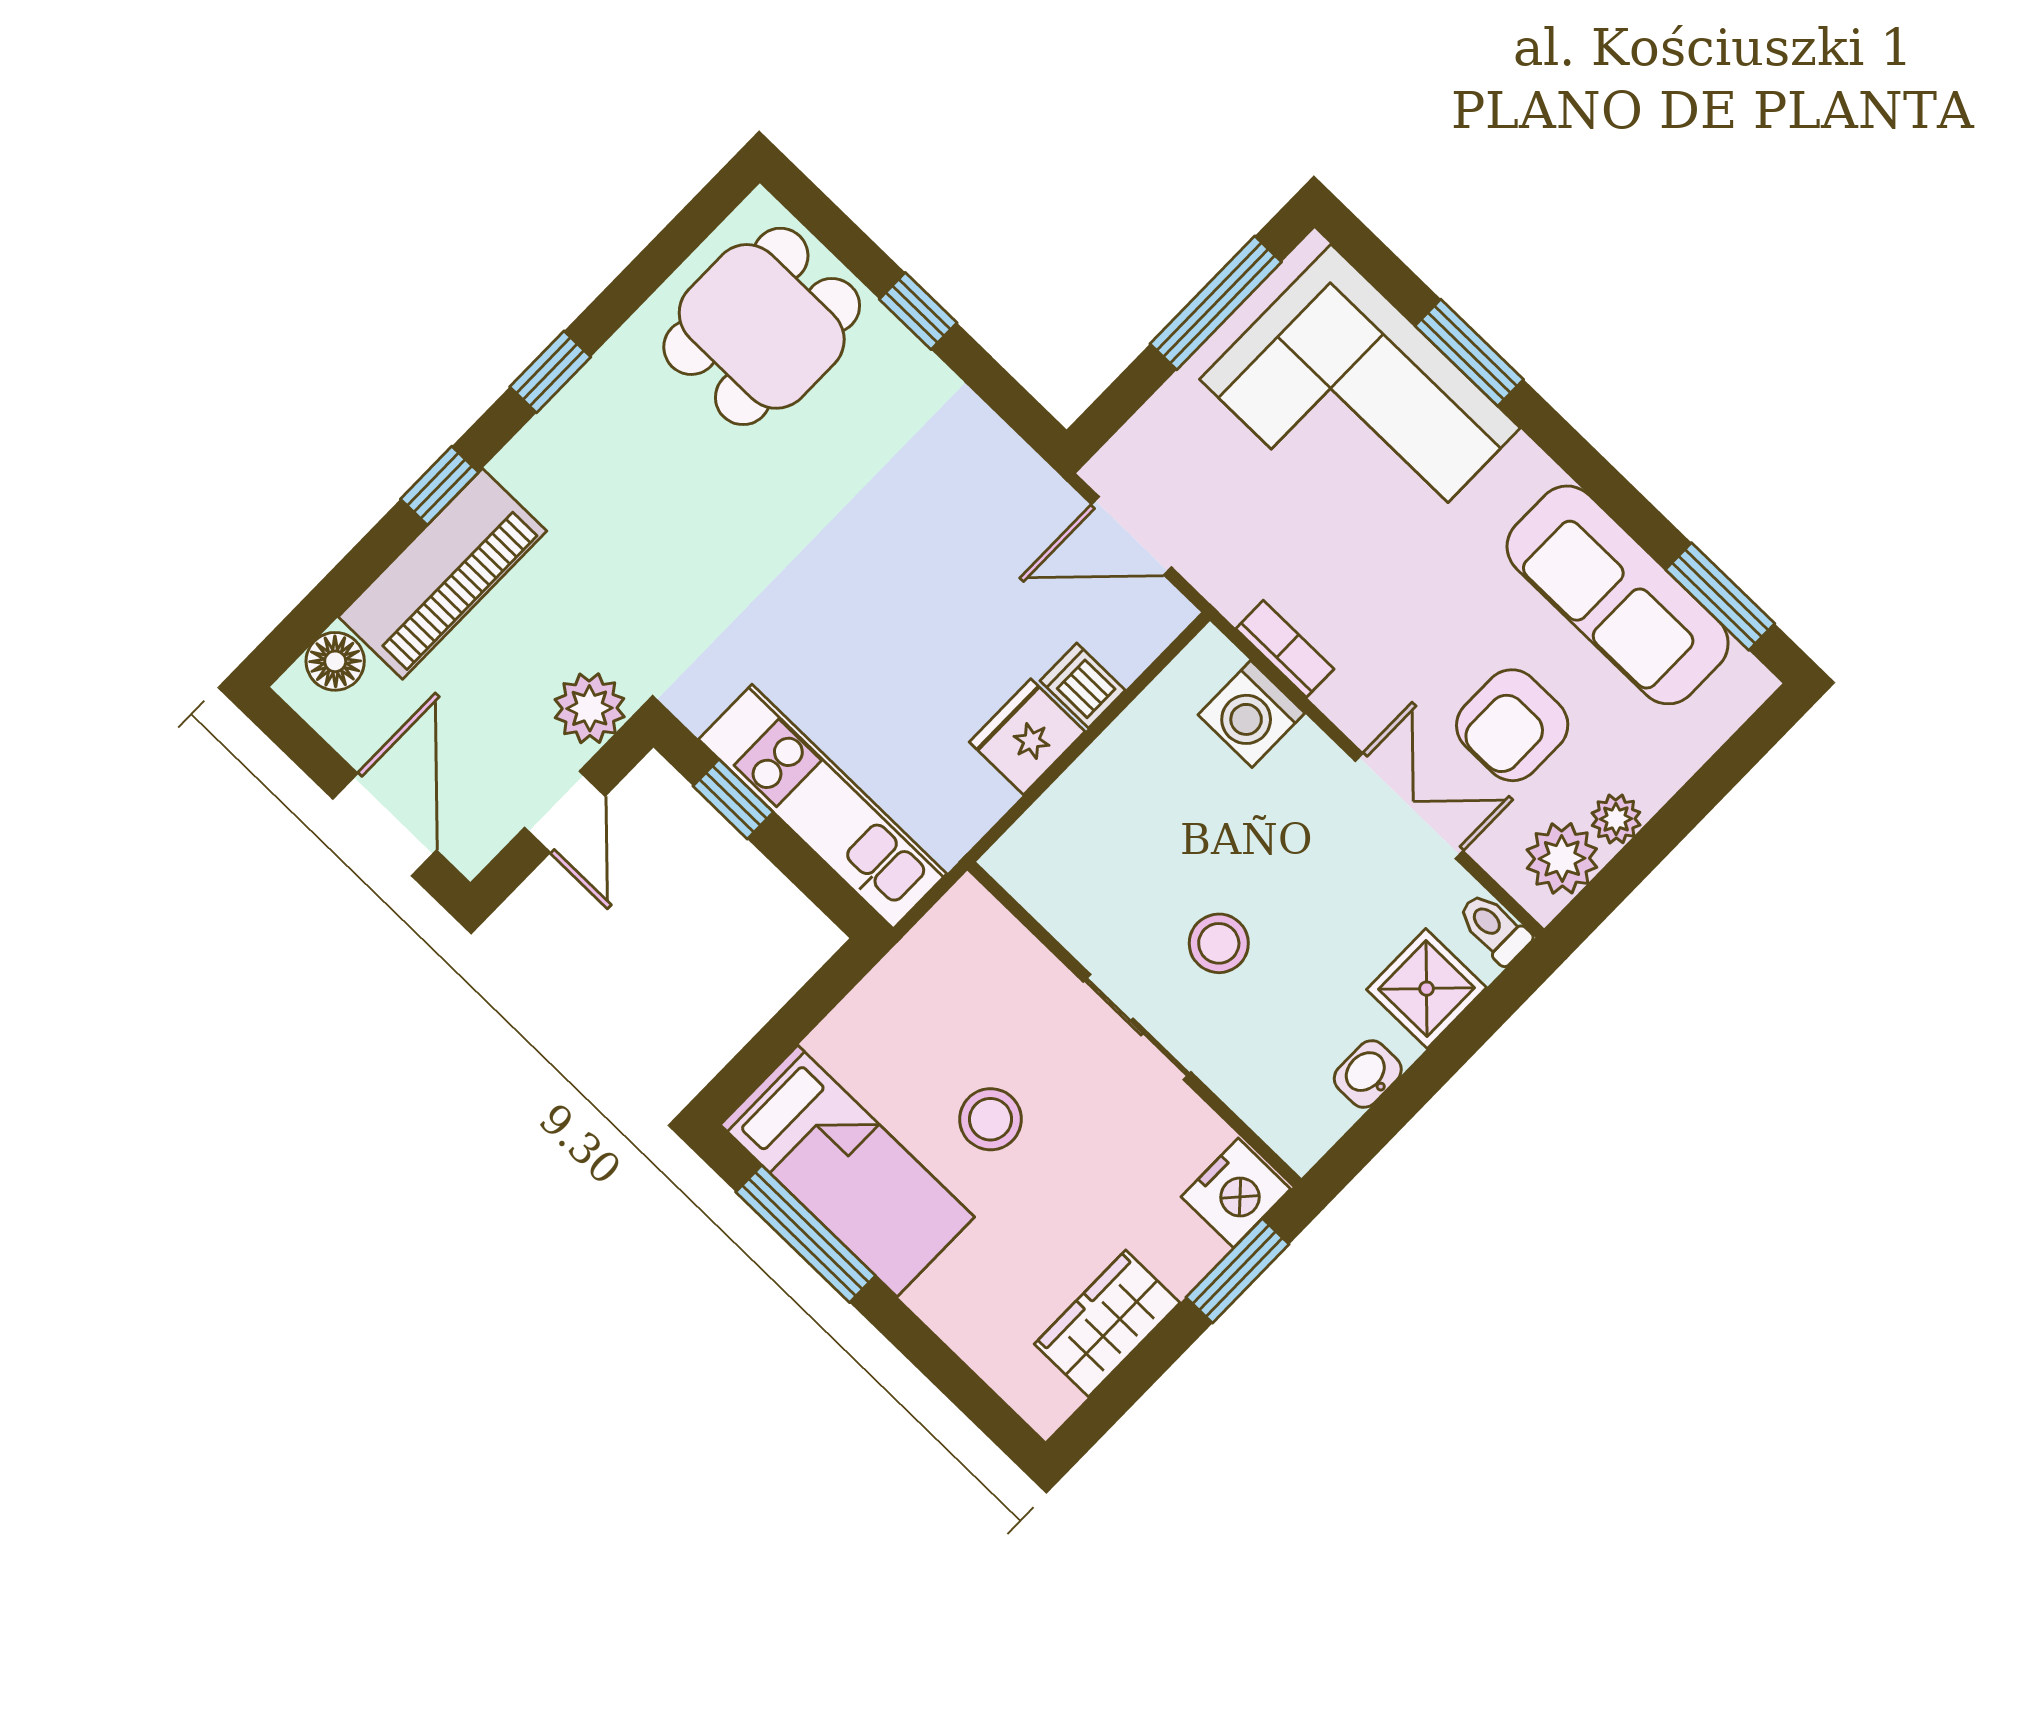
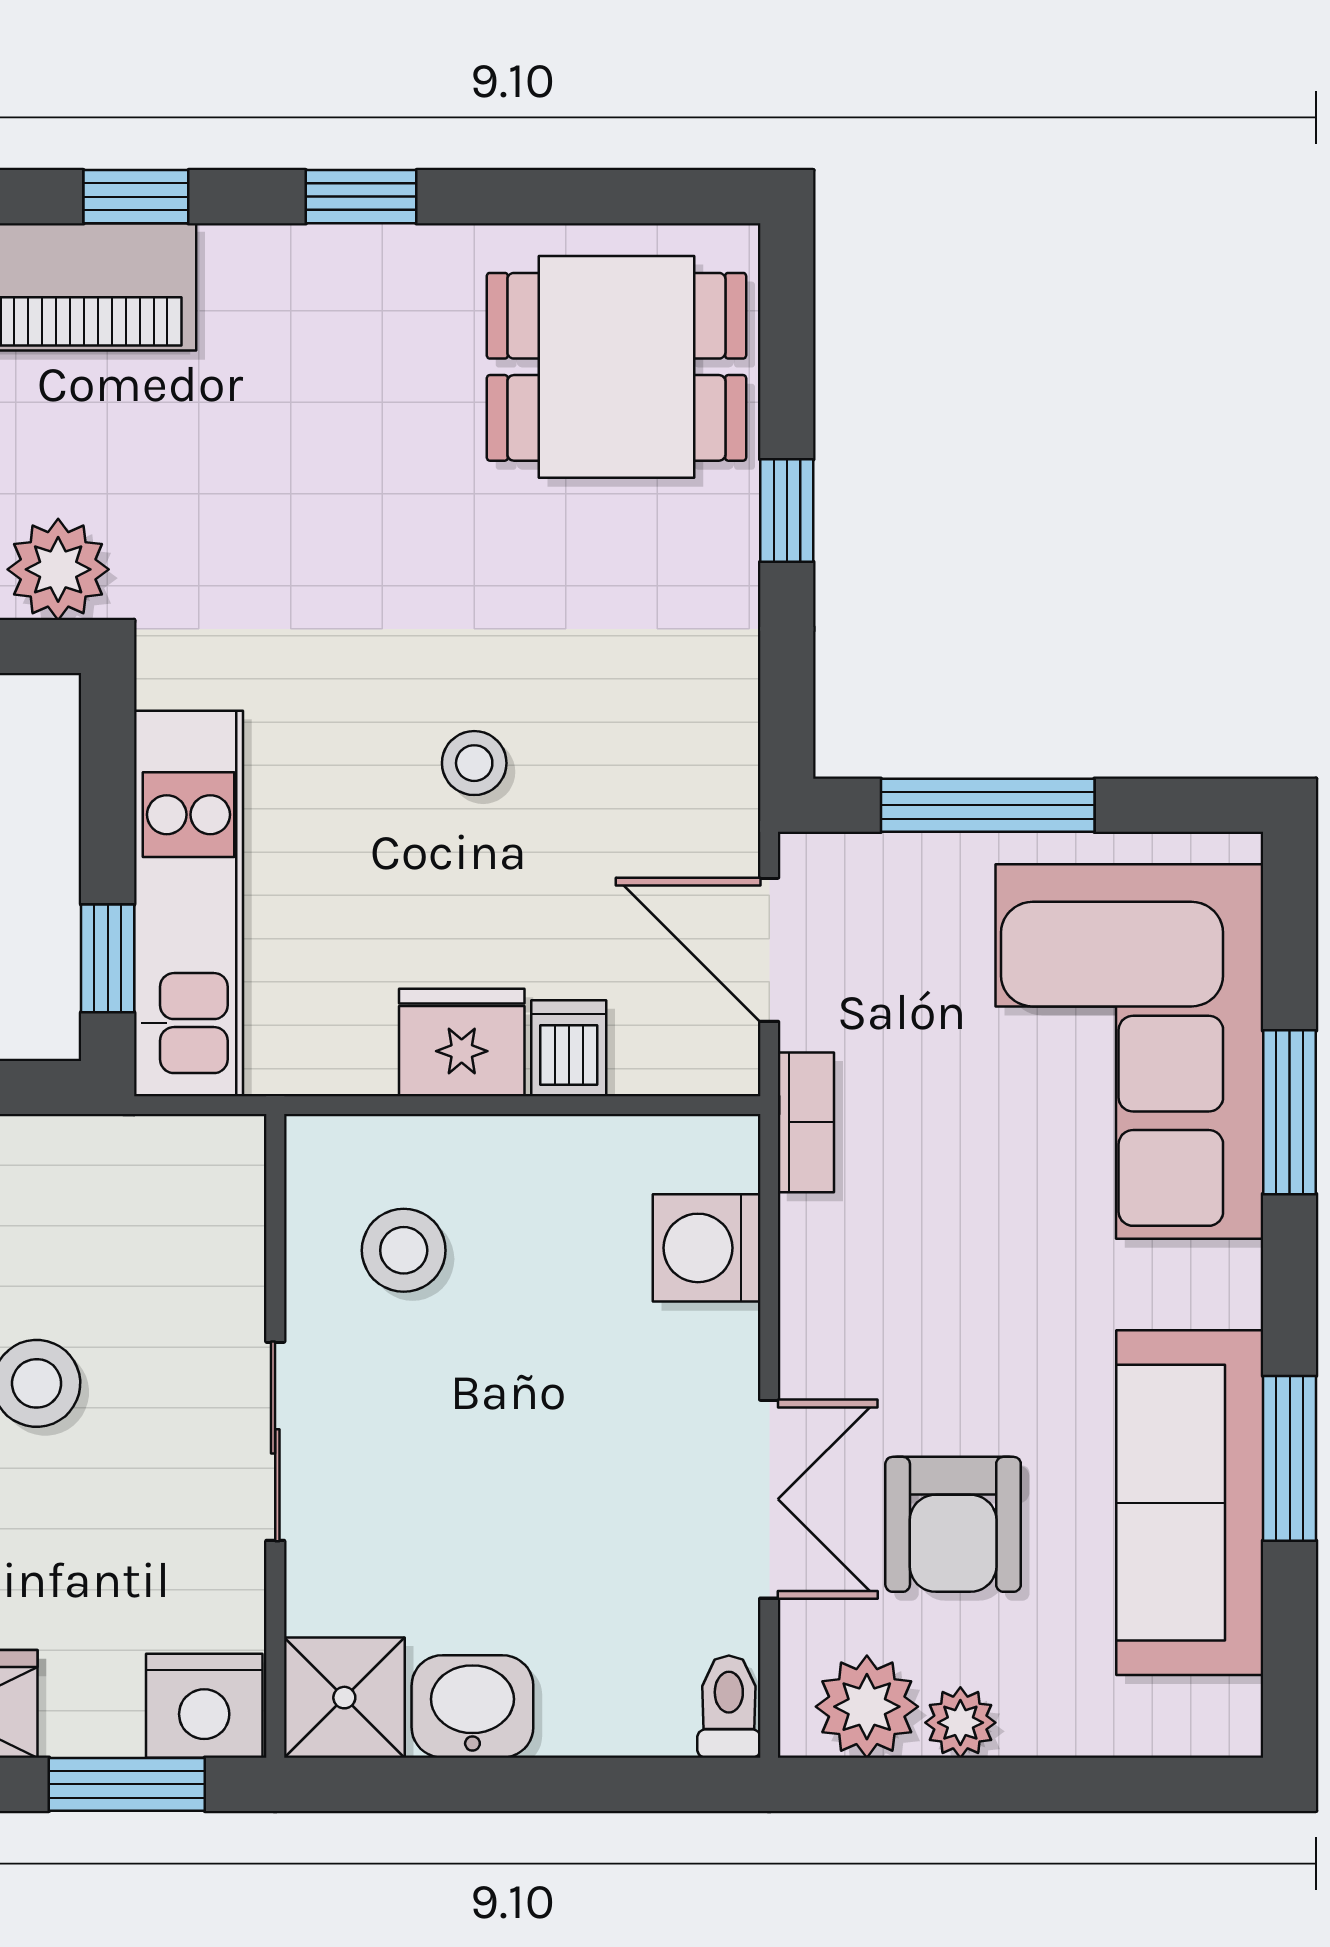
window: (1216, 303) -> (988, 805), moved
stool: (892, 593) -> (474, 763), added
window: (1720, 597) -> (1290, 1458), moved
bookcase: (1285, 649) -> (806, 1122), moved
armchair: (1512, 725) -> (953, 1524), turned -90
window: (733, 799) -> (108, 958), moved
stool: (1219, 943) -> (404, 1250), moved
shower: (1427, 989) -> (344, 1698), moved
washbasin: (1368, 1074) -> (472, 1706), width x1.38, depth x1.45

